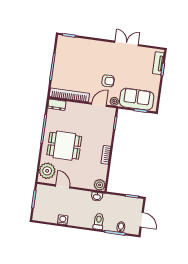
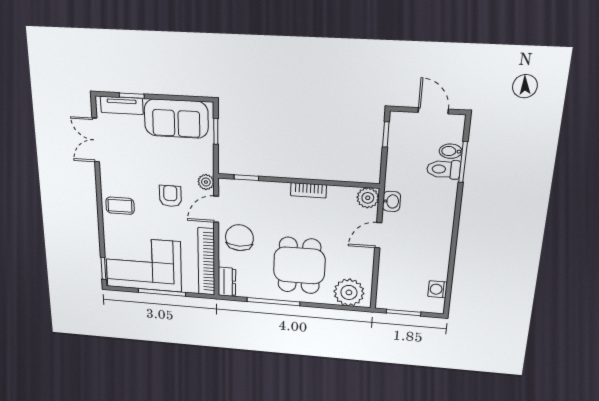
double door: (127, 43) -> (96, 140), moved
coffee table: (105, 52) -> (120, 206), added
corner sofa: (70, 59) -> (143, 264), added
sofa: (137, 99) -> (176, 119), moved, turned -90
door: (99, 105) -> (216, 209), hinge flipped
chair: (82, 115) -> (239, 238), added
door: (63, 186) -> (378, 235), moved
washing machine: (63, 220) -> (437, 289), moved
door: (142, 220) -> (433, 111), hinge flipped
toilet: (99, 221) -> (443, 169), moved

